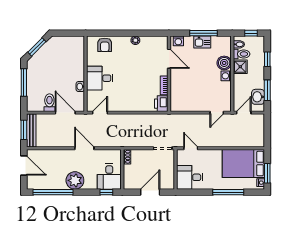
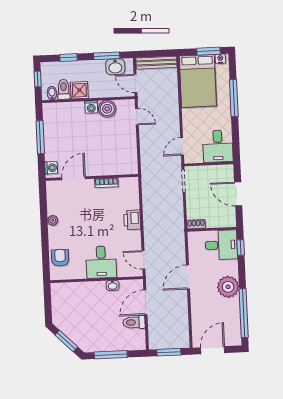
kitchen sink: (202, 42) -> (51, 138), removed
armchair: (105, 45) -> (60, 258), turned -90
boiler: (224, 63) -> (107, 109), moved
printer: (161, 104) -> (132, 220), moved, turned 90
bench: (31, 131) -> (157, 63), moved

